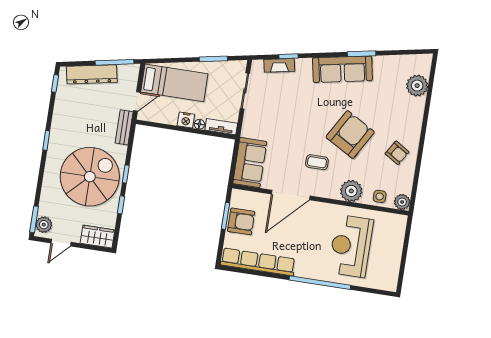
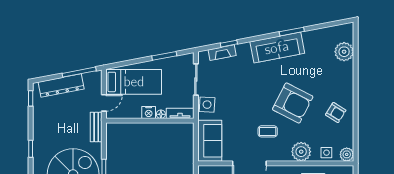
side table: (253, 121) -> (207, 105), added
armchair: (350, 135) -> (293, 103), turned 87

